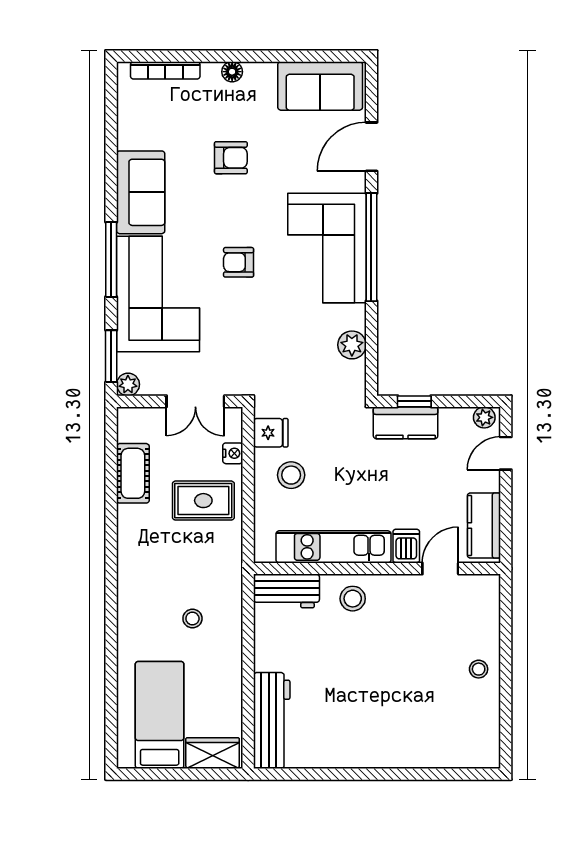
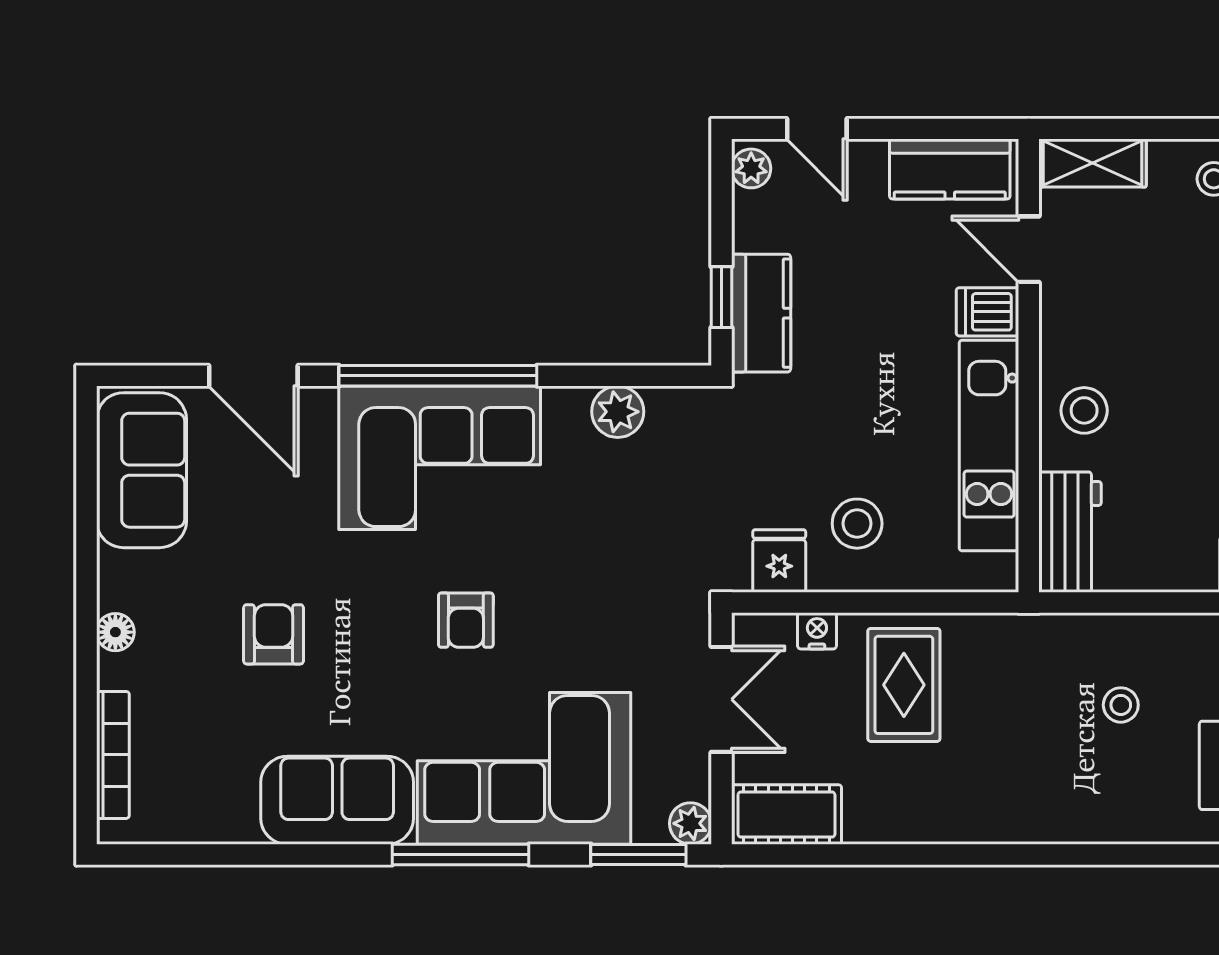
cot: (133, 473) -> (786, 815), moved
shelving: (487, 603) -> (1092, 163), added

